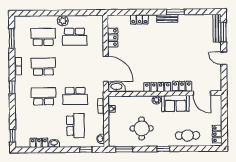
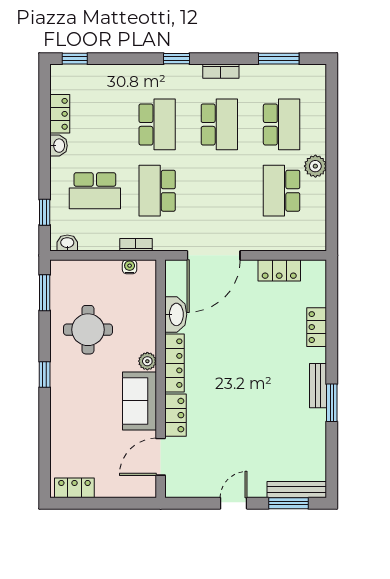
washbasin: (116, 87) -> (176, 314), moved
cafe table: (187, 135) -> (72, 426), removed

